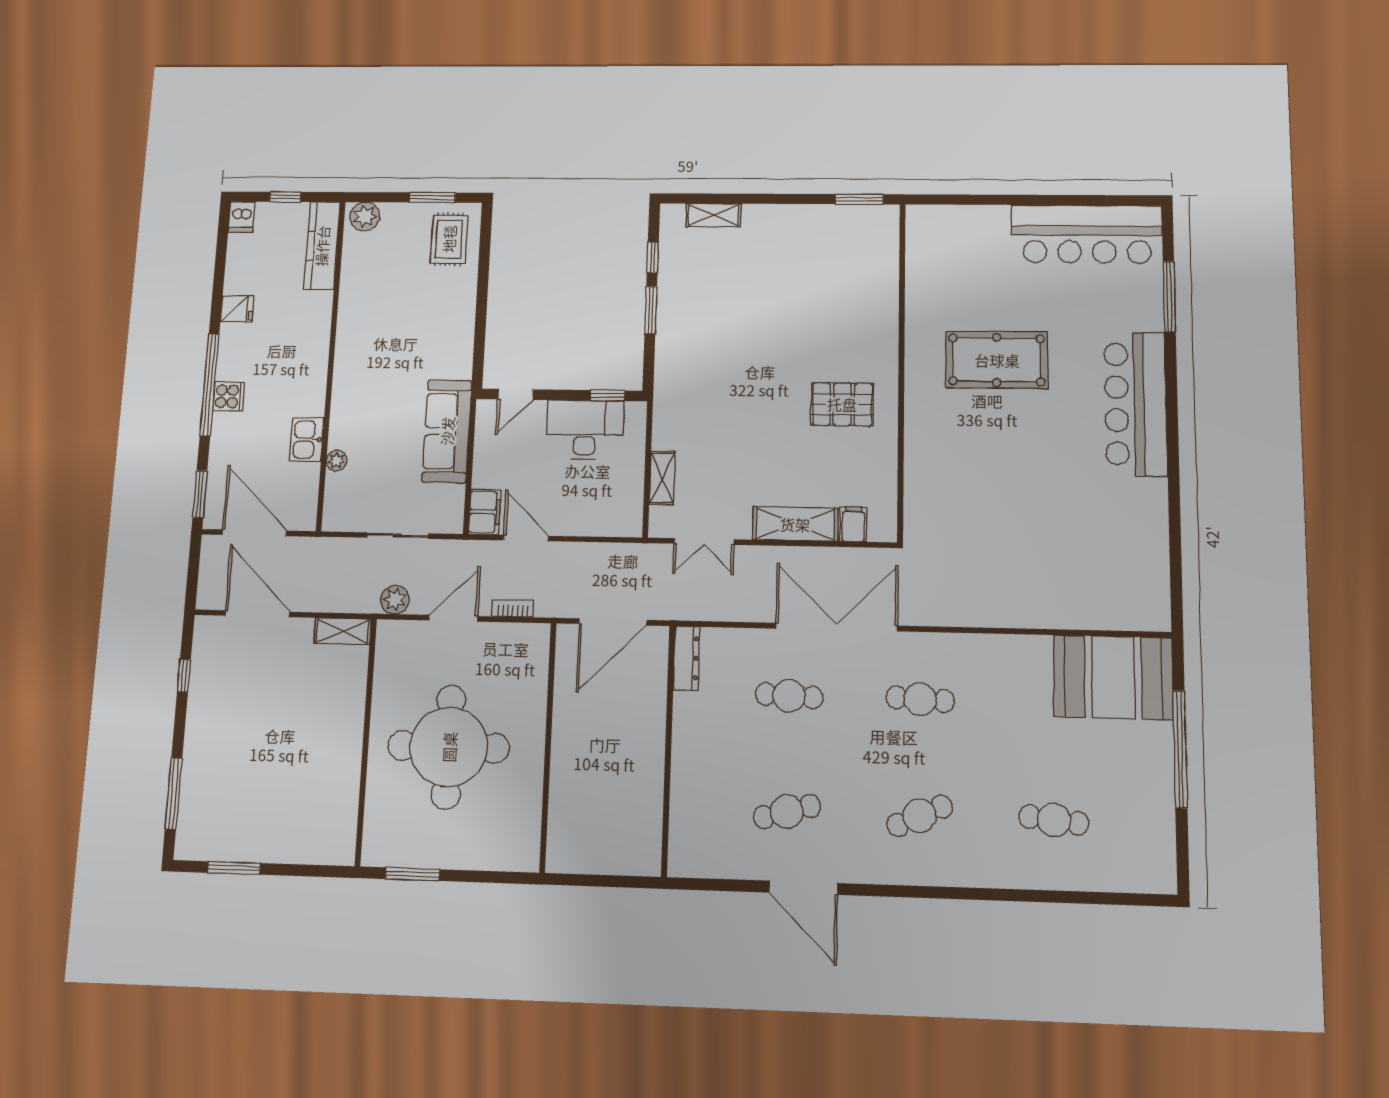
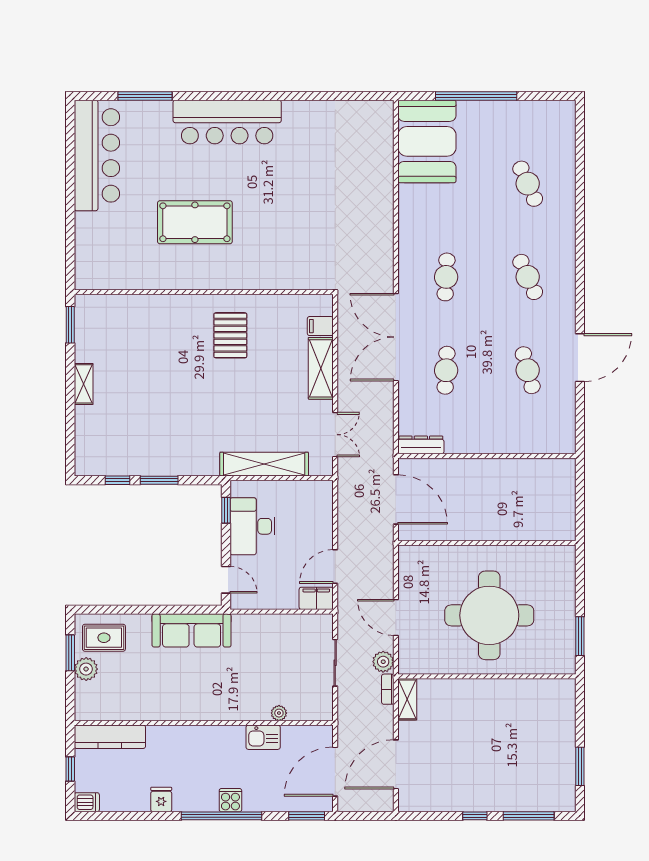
shelving: (713, 215) -> (84, 384), moved
plant: (365, 217) -> (86, 669), moved
pool table: (997, 360) -> (195, 222), turned 90
sofa: (447, 431) -> (192, 630), moved
shelving: (662, 478) -> (264, 464), width x2.20, depth x1.33
bookcase: (513, 609) -> (388, 689), moved
window: (184, 675) -> (475, 816), moved
cafe table: (1054, 820) -> (528, 184), turned -30

